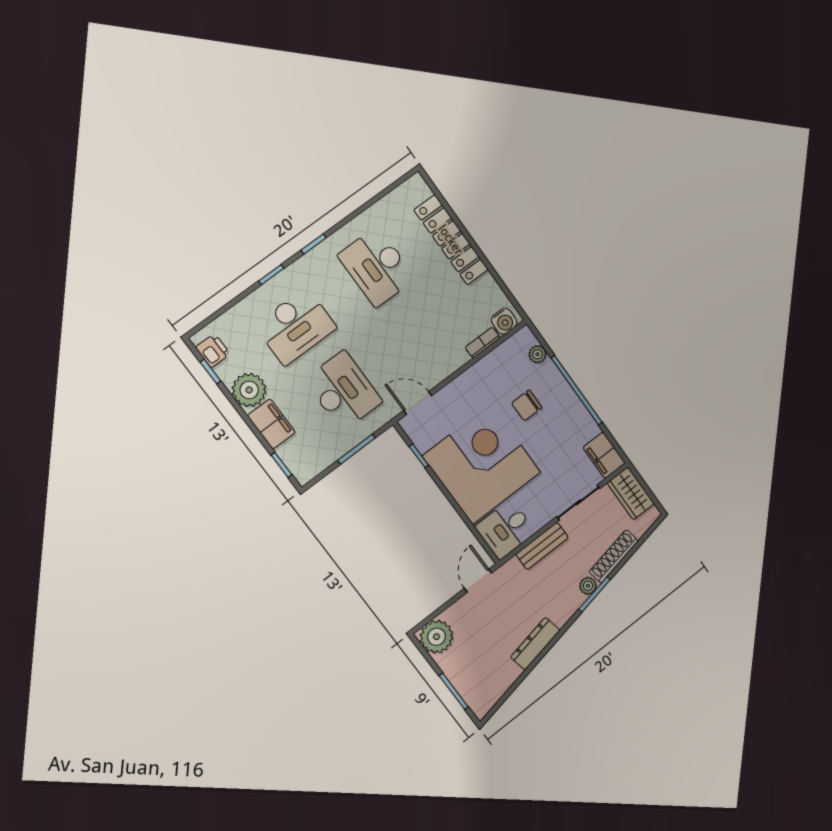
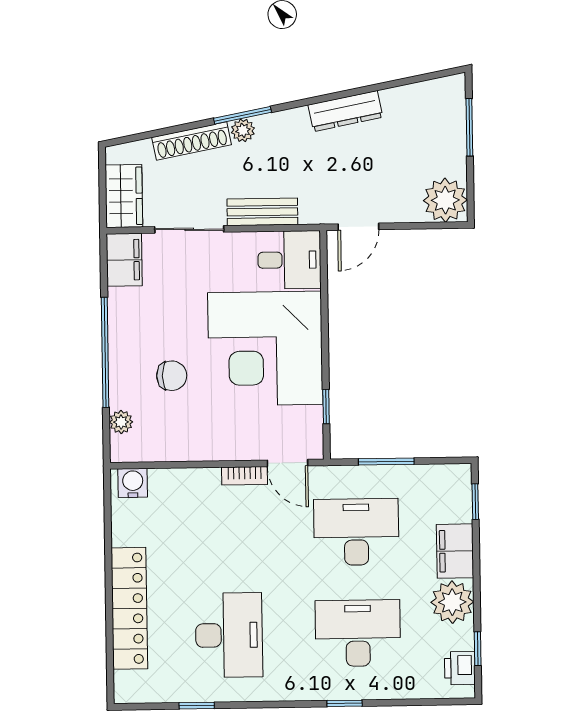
window: (314, 244) -> (197, 706), moved
bookcase: (483, 343) -> (245, 476), moved
desk: (343, 391) -> (356, 532), turned 90

